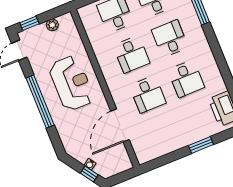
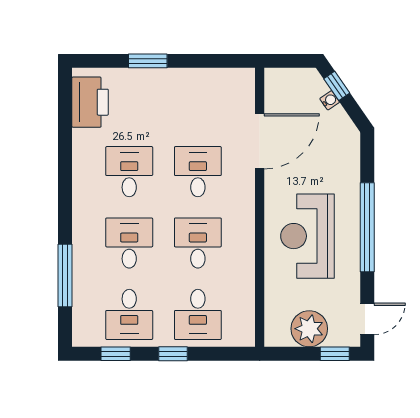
plant: (52, 25) -> (309, 329), width x1.87, depth x1.87
desk: (170, 39) -> (129, 243), turned 180

